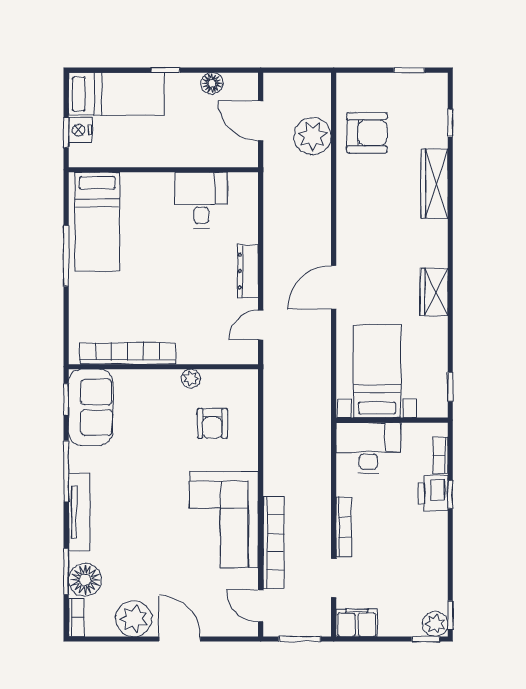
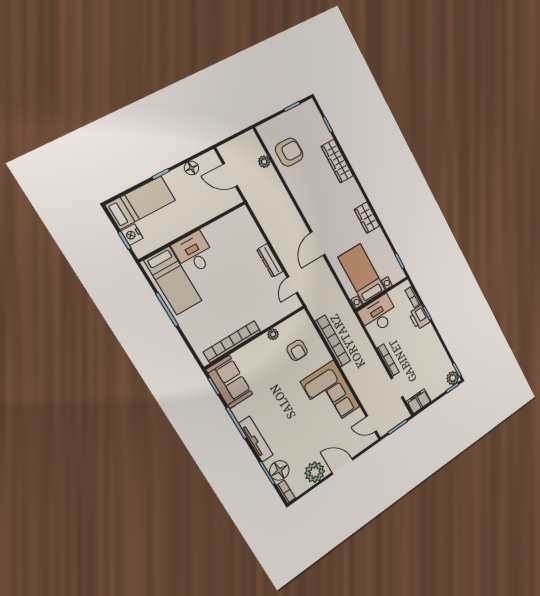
plant: (313, 136) -> (264, 162), width x0.53, depth x0.53
desk: (201, 200) -> (194, 253), moved
bookcase: (274, 542) -> (333, 341), moved

